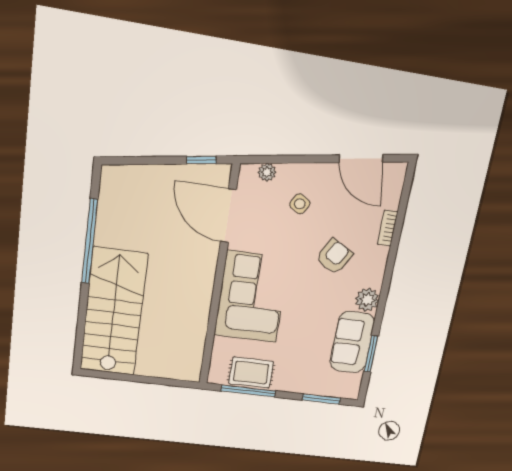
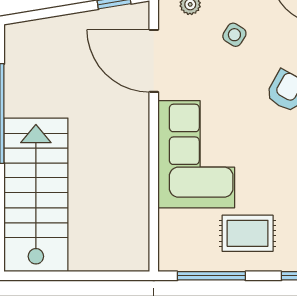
rug: (251, 373) -> (248, 233), moved

